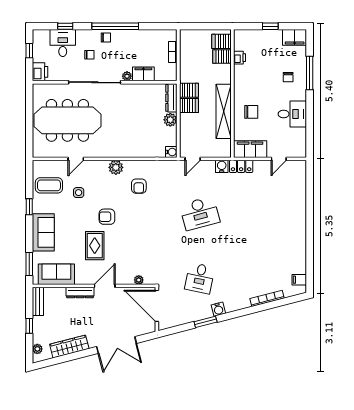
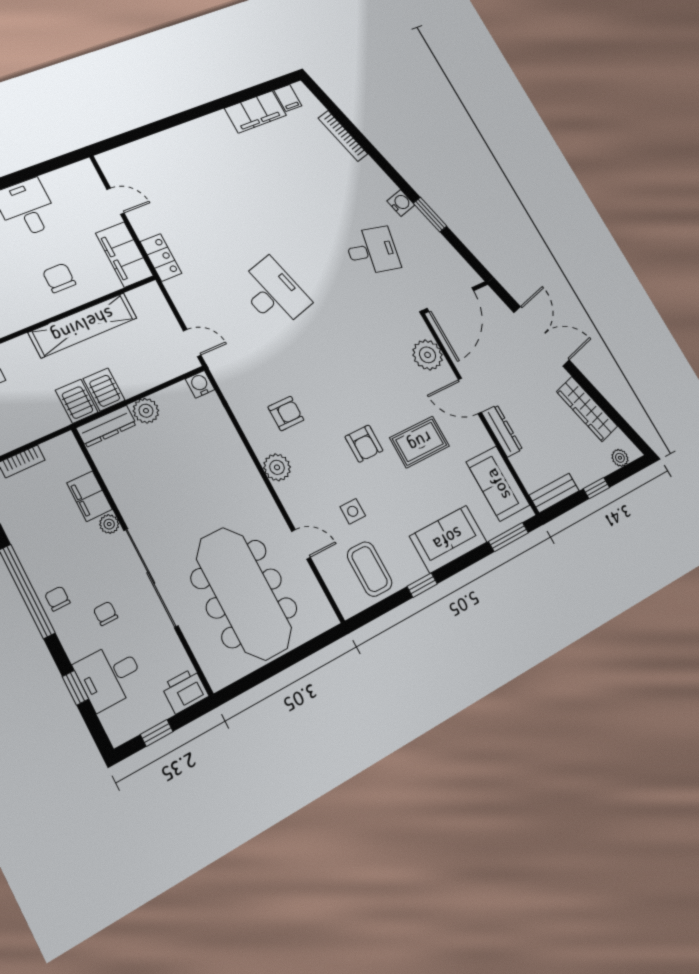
water cooler: (222, 166) -> (178, 289), removed
filing cabinet: (298, 257) -> (255, 112), added
plant: (139, 280) -> (428, 355), width x1.88, depth x1.88

